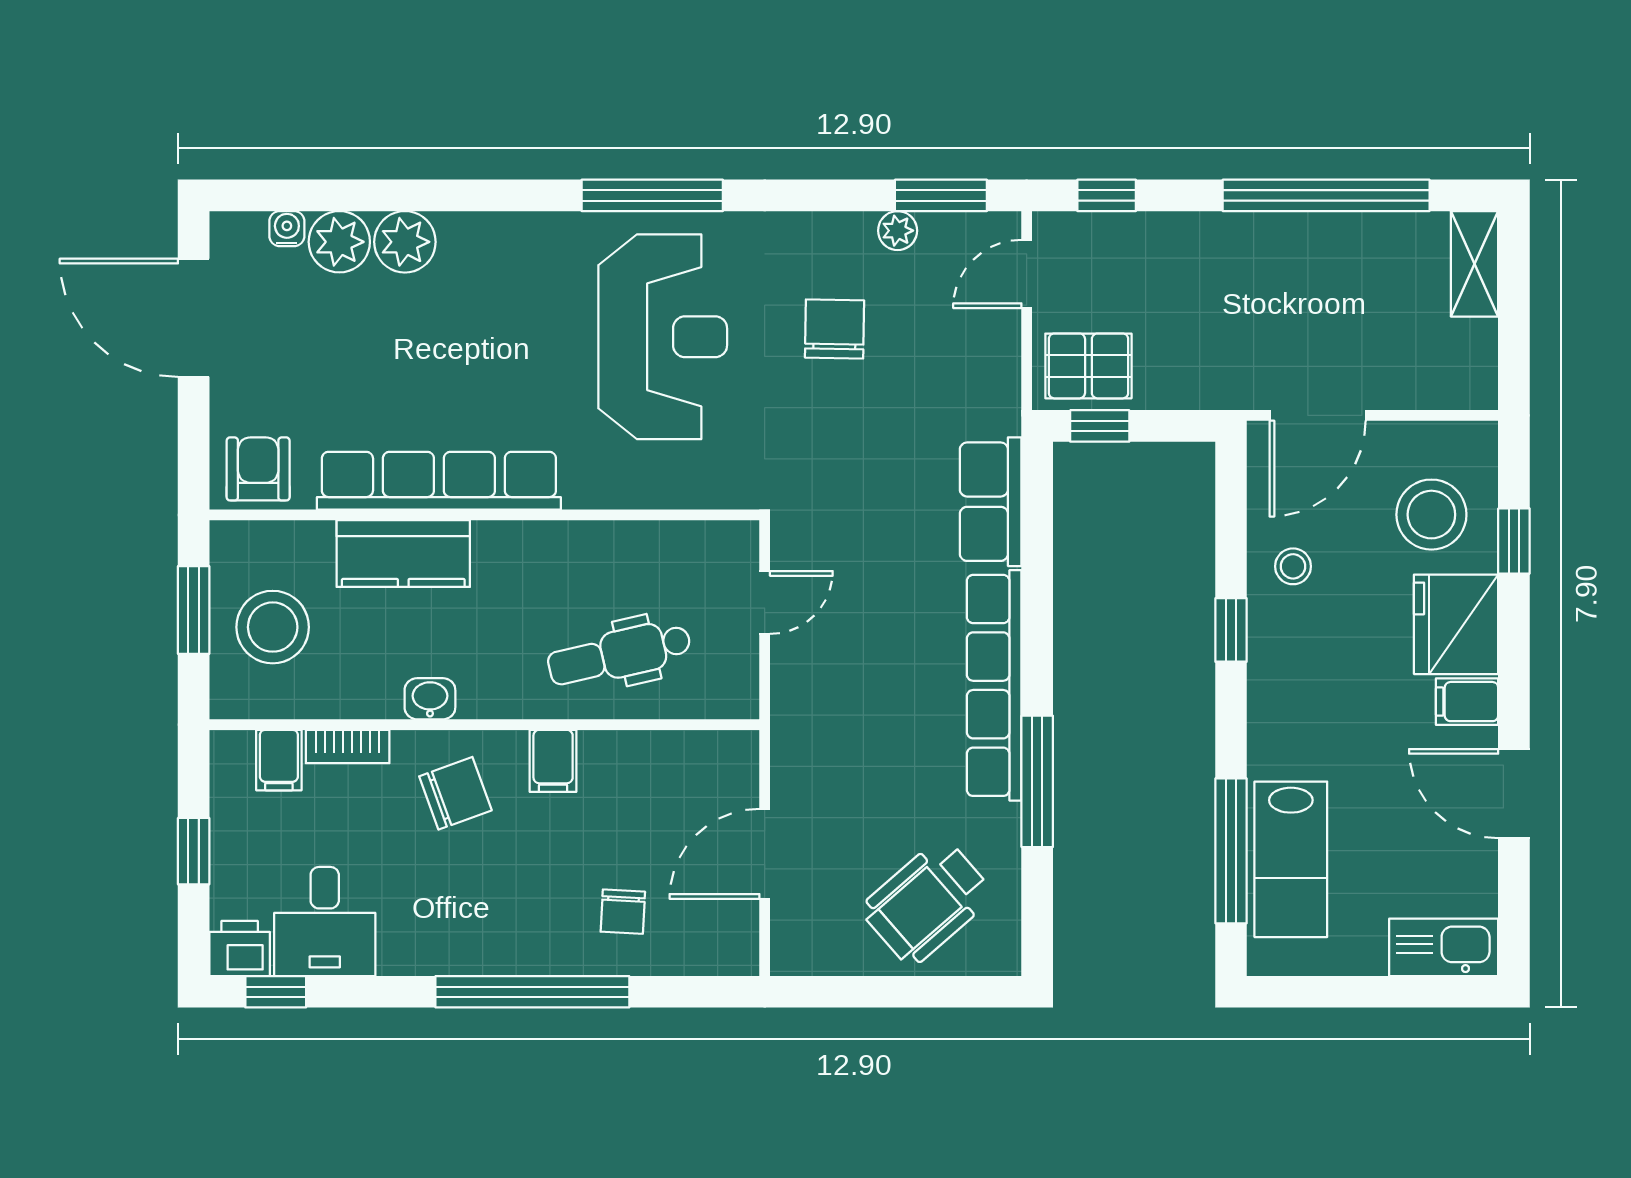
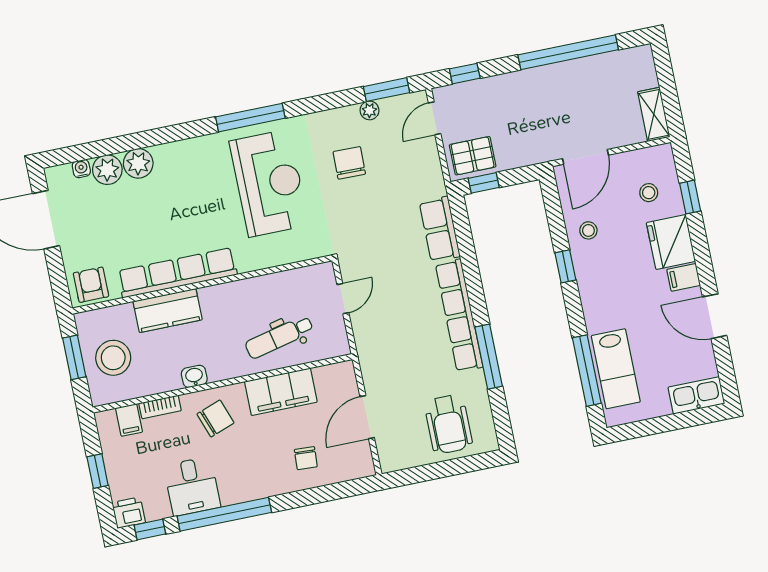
shelving: (1475, 264) -> (654, 114), moved
stool: (1431, 515) -> (649, 193), width x0.53, depth x0.53
filing cabinet: (553, 761) -> (281, 392), width x3.00, depth x1.17
wheelchair: (927, 902) -> (448, 424), turned -49
desk: (325, 922) -> (192, 486), moved
window: (532, 992) -> (224, 514), moved

